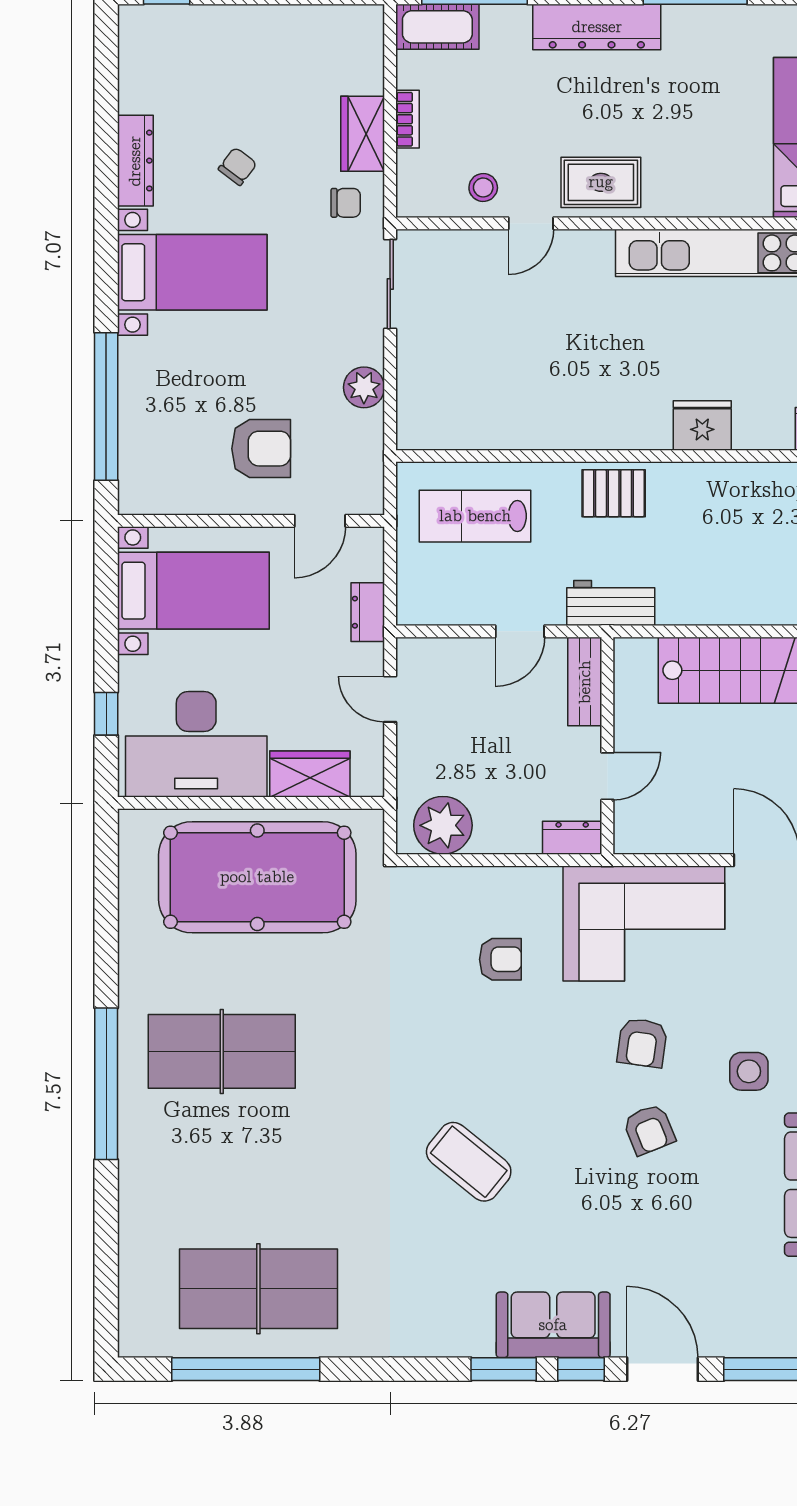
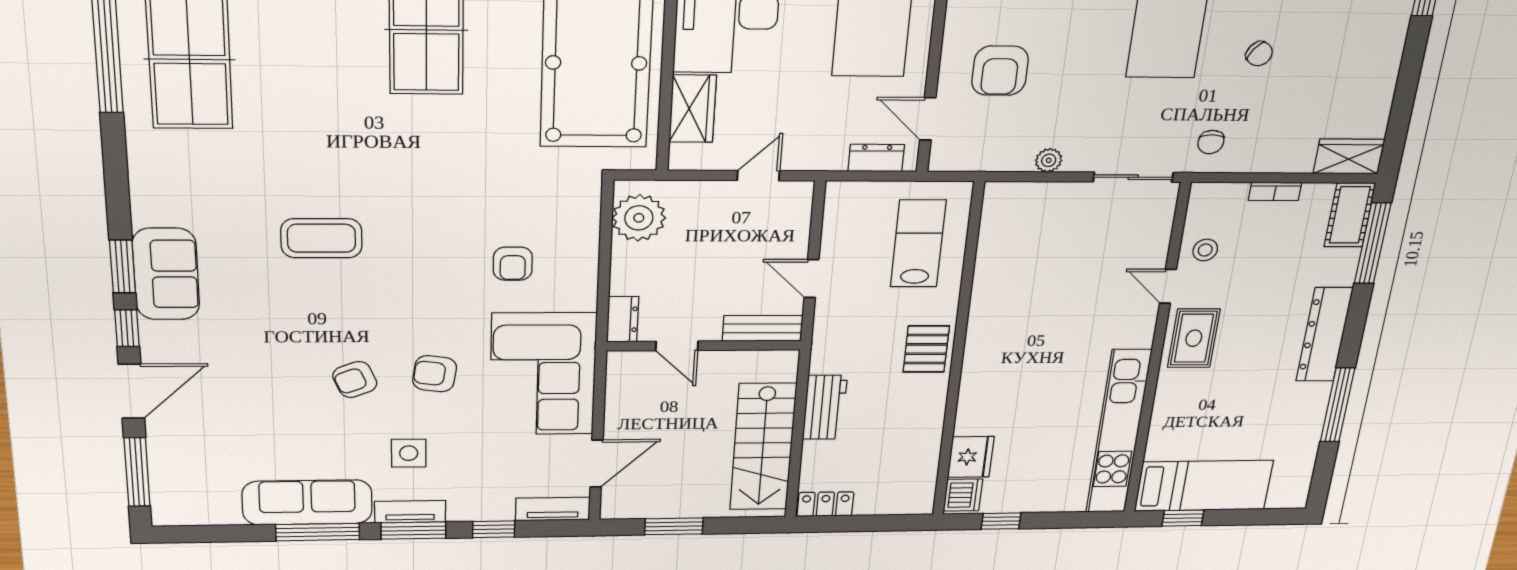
wardrobe: (363, 134) -> (1349, 156), moved
plant: (364, 387) -> (1049, 160), width x0.73, depth x0.73
fridge: (702, 425) -> (971, 457), moved
workbench: (611, 603) -> (825, 407), moved
dresser: (368, 612) -> (876, 158), moved
coffee table: (469, 1162) -> (321, 238), turned 51
sofa: (553, 1325) -> (166, 274), moved

